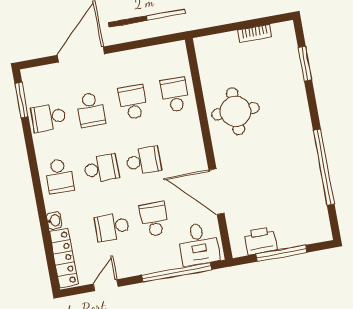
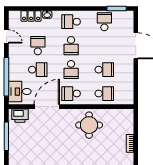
school desk: (91, 110) -> (71, 94), moved
printer: (261, 241) -> (20, 116), moved, turned 90
locker: (64, 258) -> (31, 16), width x0.66

